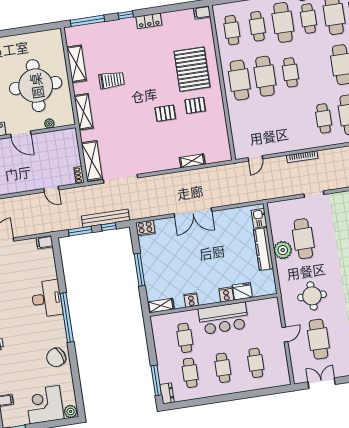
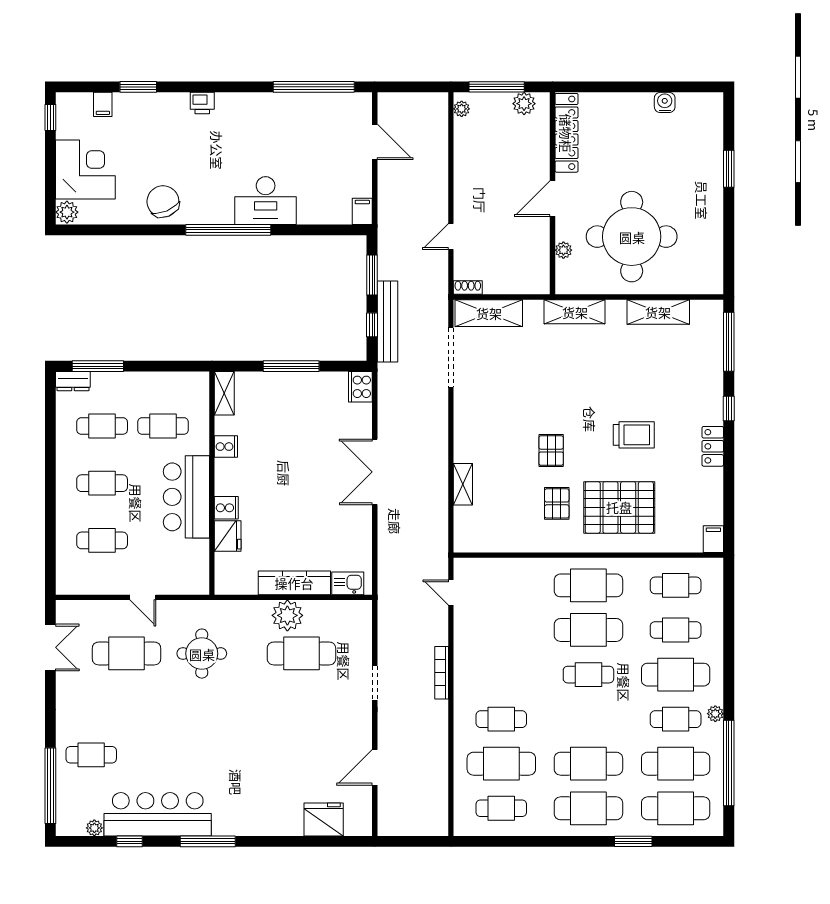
trolley: (112, 80) -> (634, 435), moved, turned -90

